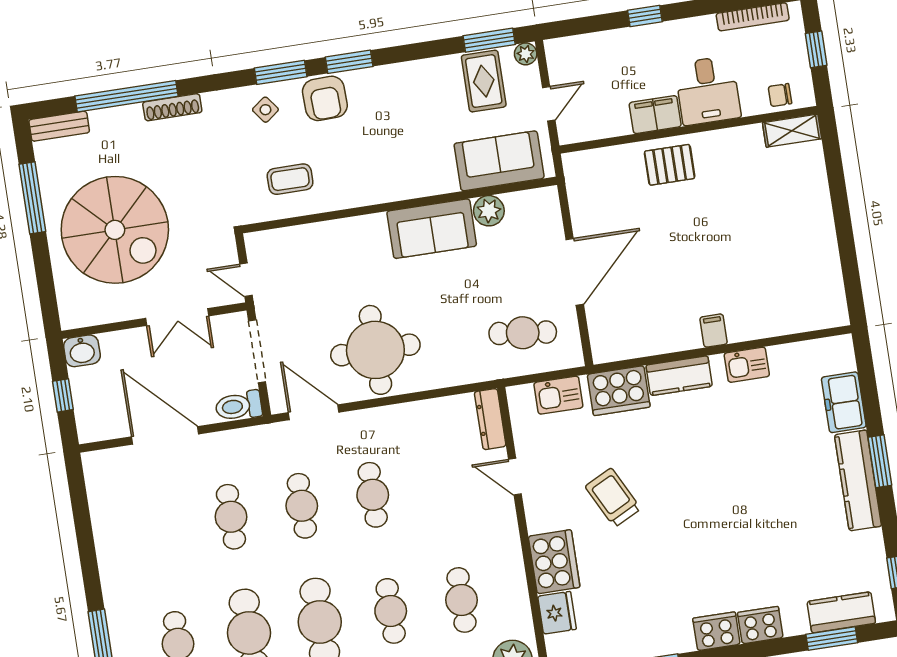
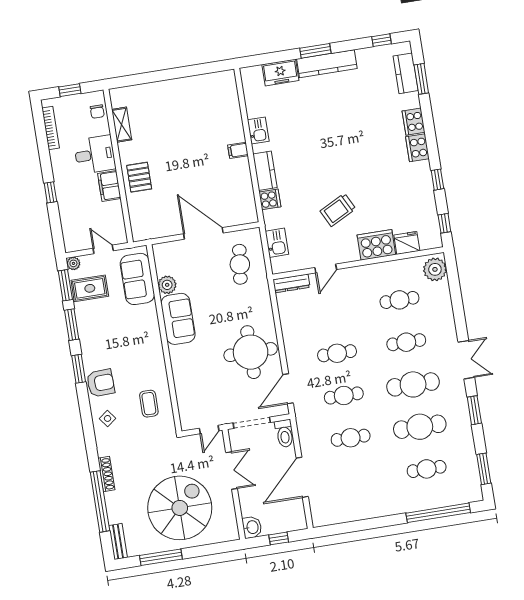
window: (281, 72) -> (72, 325), moved
shelving: (792, 131) -> (122, 125), moved
cooker: (619, 391) -> (270, 199), width x0.53, depth x0.76

